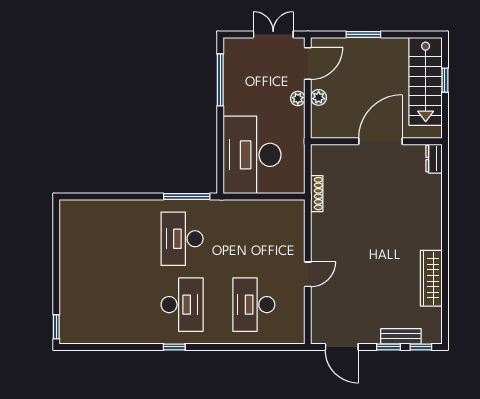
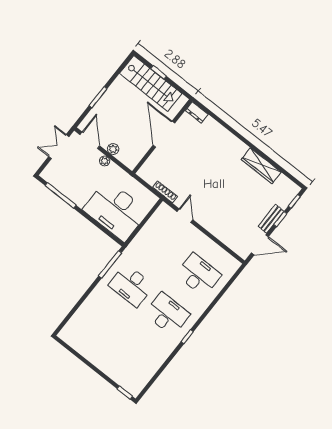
door: (308, 274) -> (185, 216), moved
desk: (254, 305) -> (199, 275), turned 180
bench: (401, 336) -> (271, 219), moved

